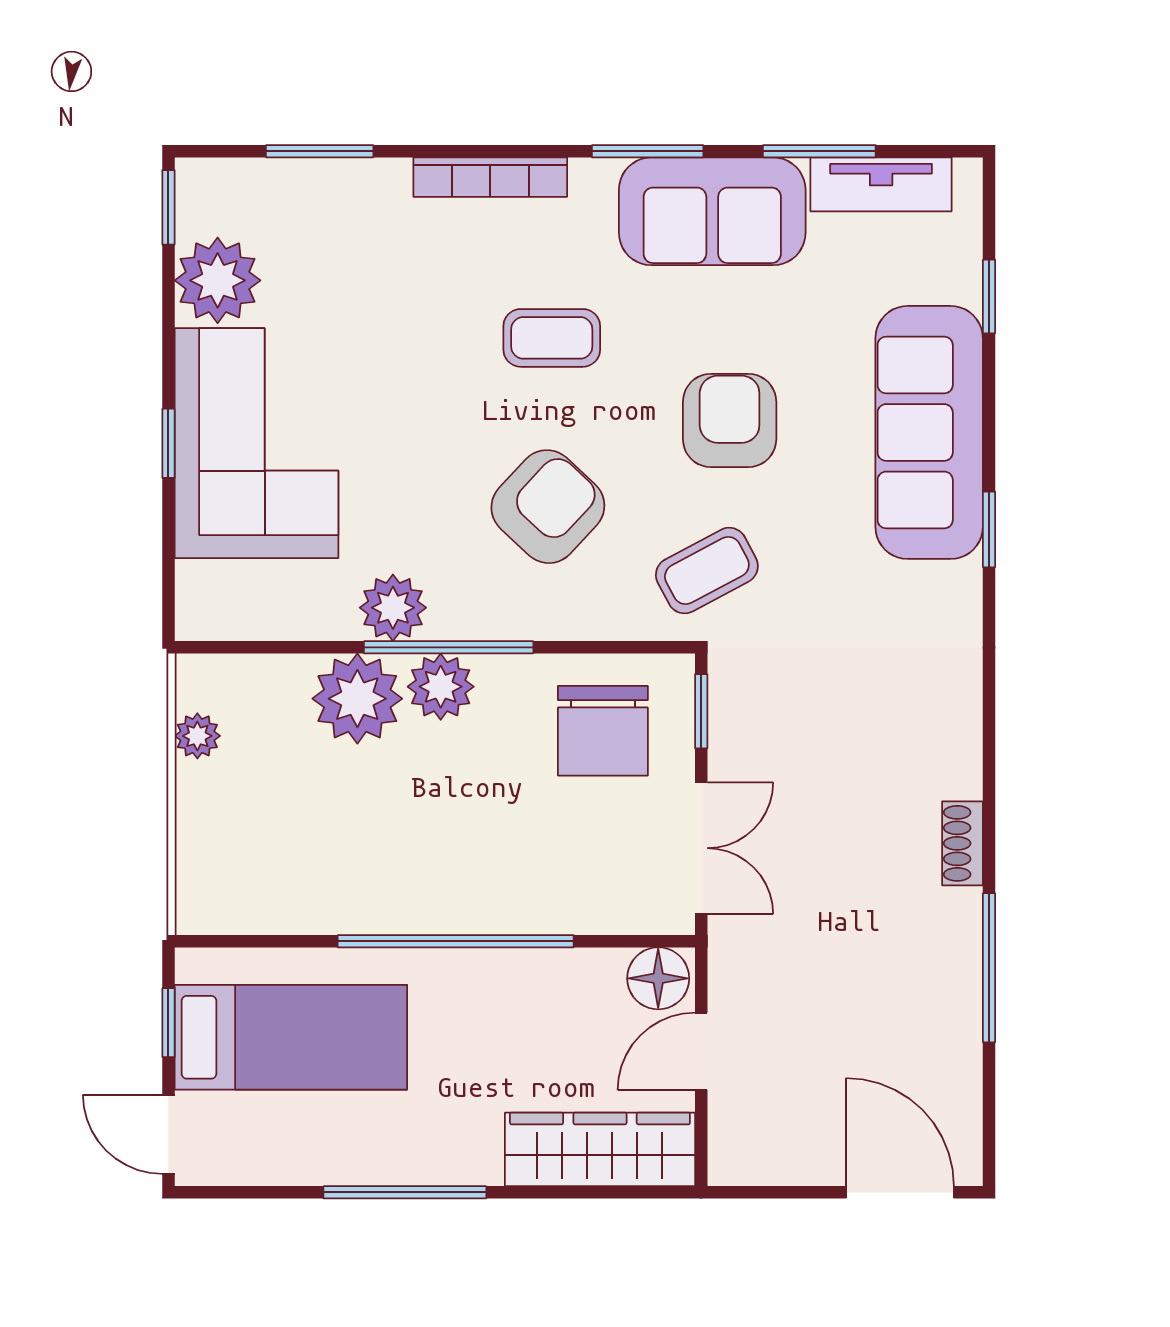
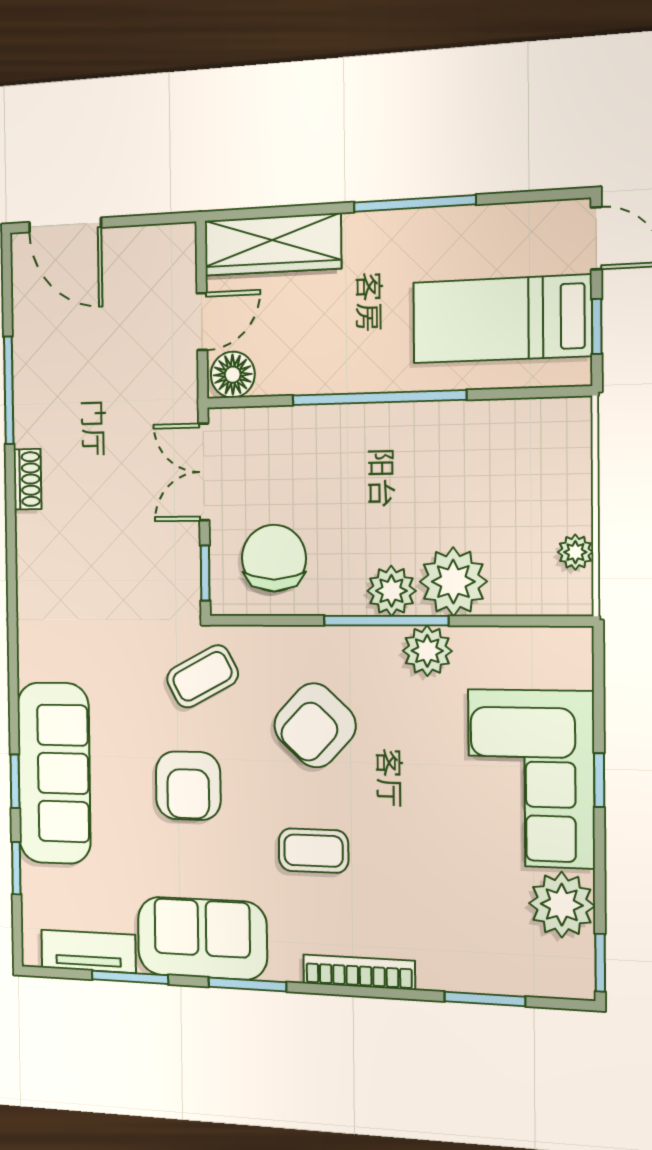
window: (989, 529) -> (15, 781), moved

